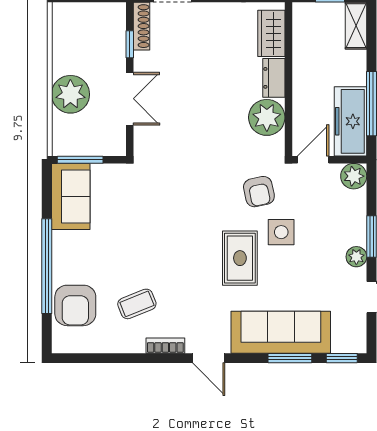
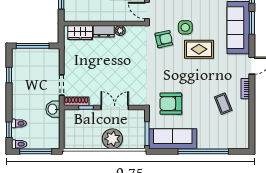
plant: (267, 117) -> (120, 31), width x0.53, depth x0.53
sofa: (71, 197) -> (173, 139), width x1.36
armchair: (75, 305) -> (171, 104), moved, turned 180

